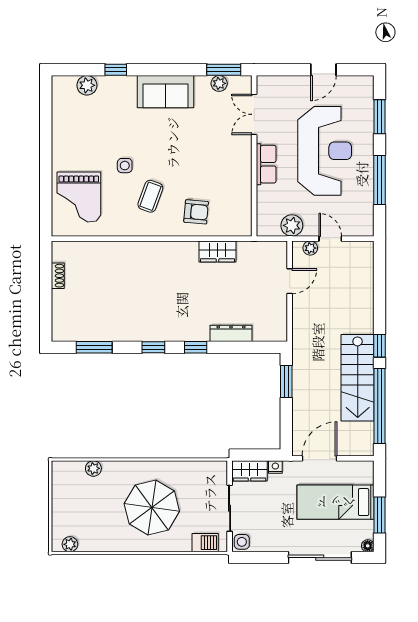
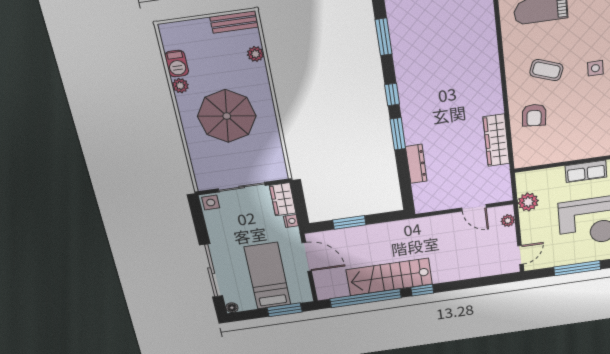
side table: (125, 166) -> (595, 68), moved
door: (330, 239) -> (520, 255), moved
wardrobe: (217, 251) -> (496, 140), width x1.50
window: (196, 347) -> (398, 134), width x1.50
window: (286, 382) -> (349, 222), moved
bench: (60, 482) -> (234, 22), added
window: (380, 515) -> (285, 310), moved
barbecue: (205, 543) -> (177, 64), moved
plant: (70, 544) -> (180, 86), moved

